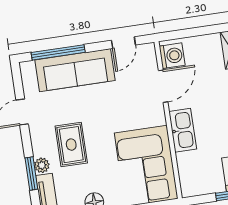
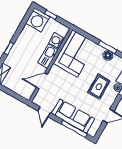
door: (123, 43) -> (44, 112), swing flipped
washing machine: (172, 56) -> (57, 41), moved

